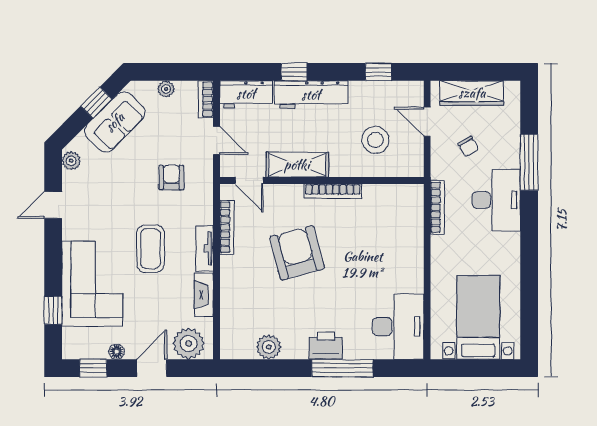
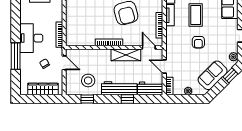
window: (96, 103) -> (230, 75), moved
door: (427, 122) -> (64, 63), moved
stool: (375, 140) -> (88, 81), moved
armchair: (171, 178) -> (198, 42), moved

